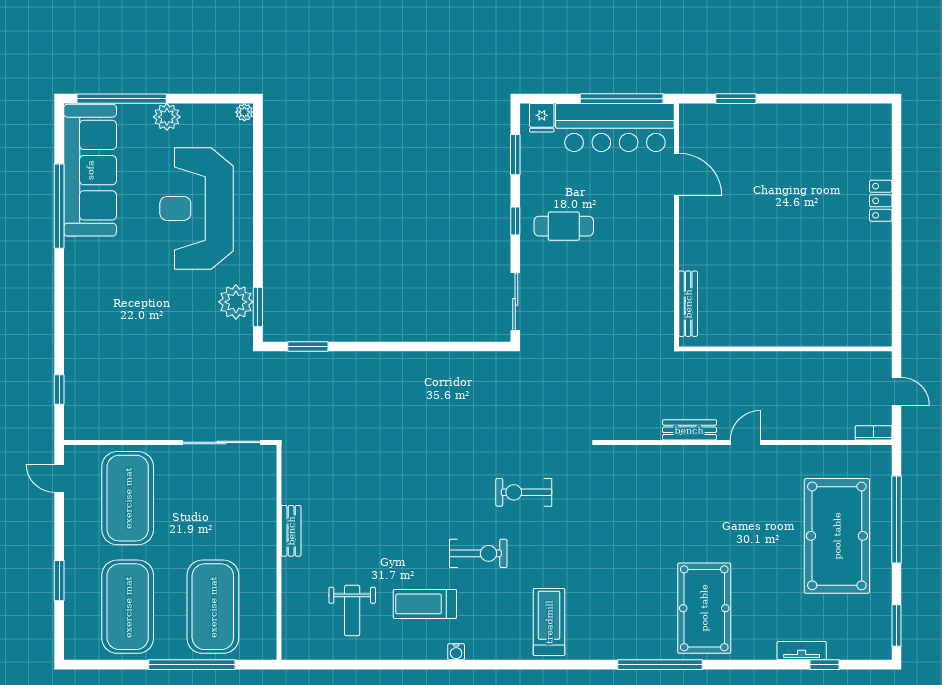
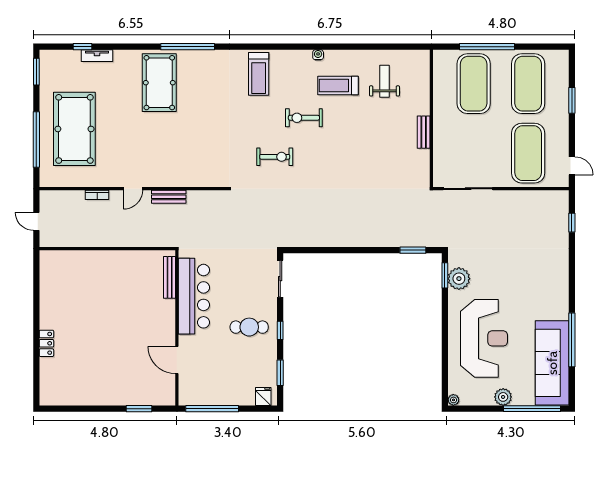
bar counter: (615, 127) -> (194, 296), moved, turned 90
bookcase: (874, 433) -> (97, 195), moved
treadmill: (425, 604) -> (338, 85), turned 180

